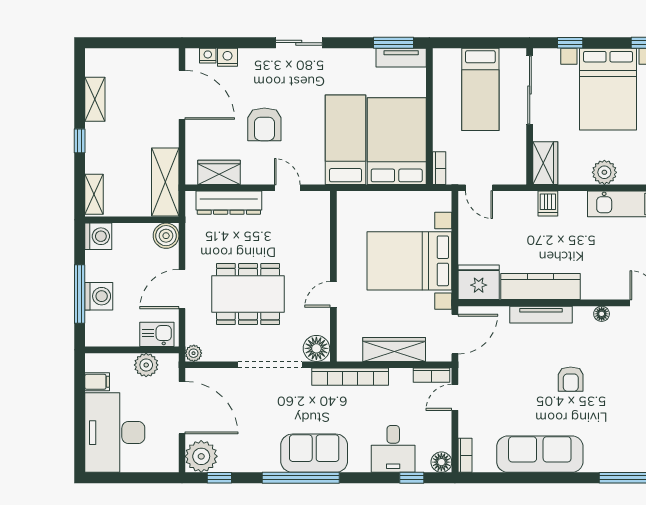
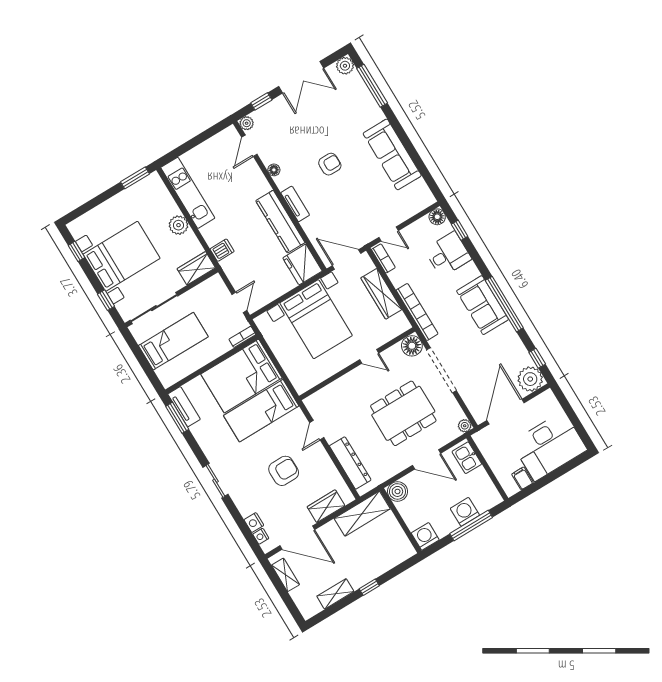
door: (182, 95) -> (297, 538), swing flipped
wardrobe: (219, 172) -> (326, 506), moved, turned 90
shelving: (94, 194) -> (285, 575), moved, turned 90
dining table: (248, 294) -> (403, 413), turned 90
tv unit: (541, 315) -> (295, 204), width x0.71
plant: (146, 365) -> (492, 453), removed
bookcase: (465, 455) -> (423, 204), removed

